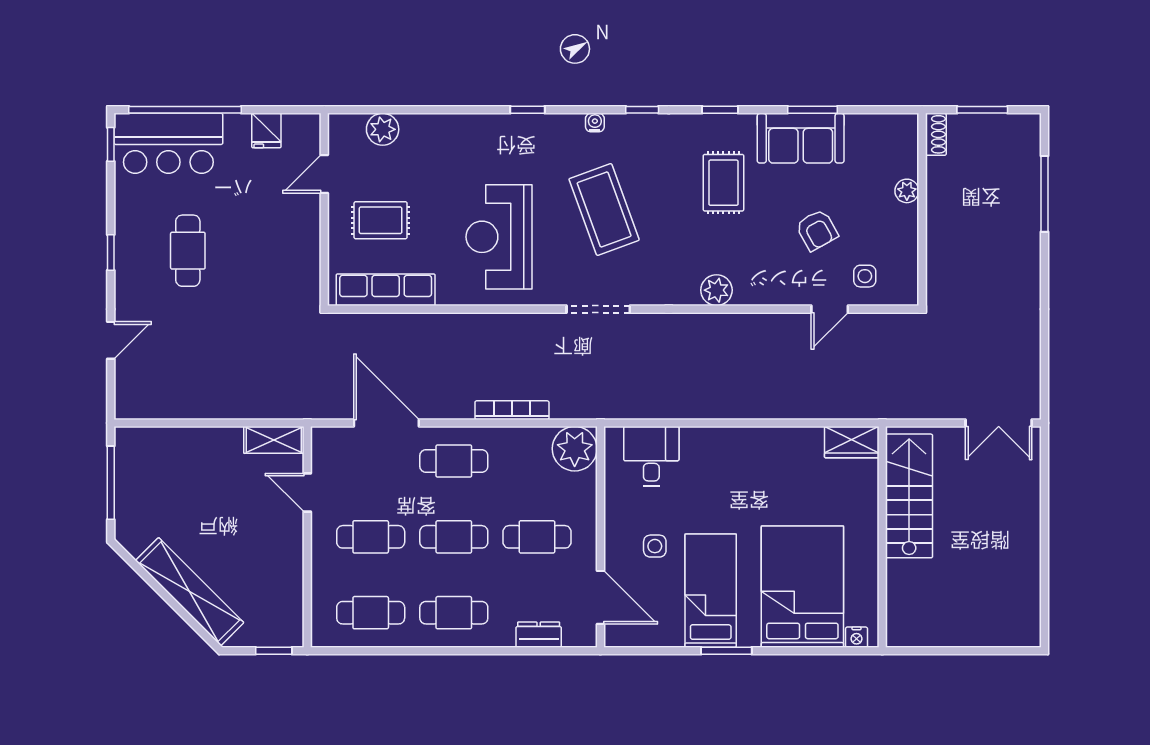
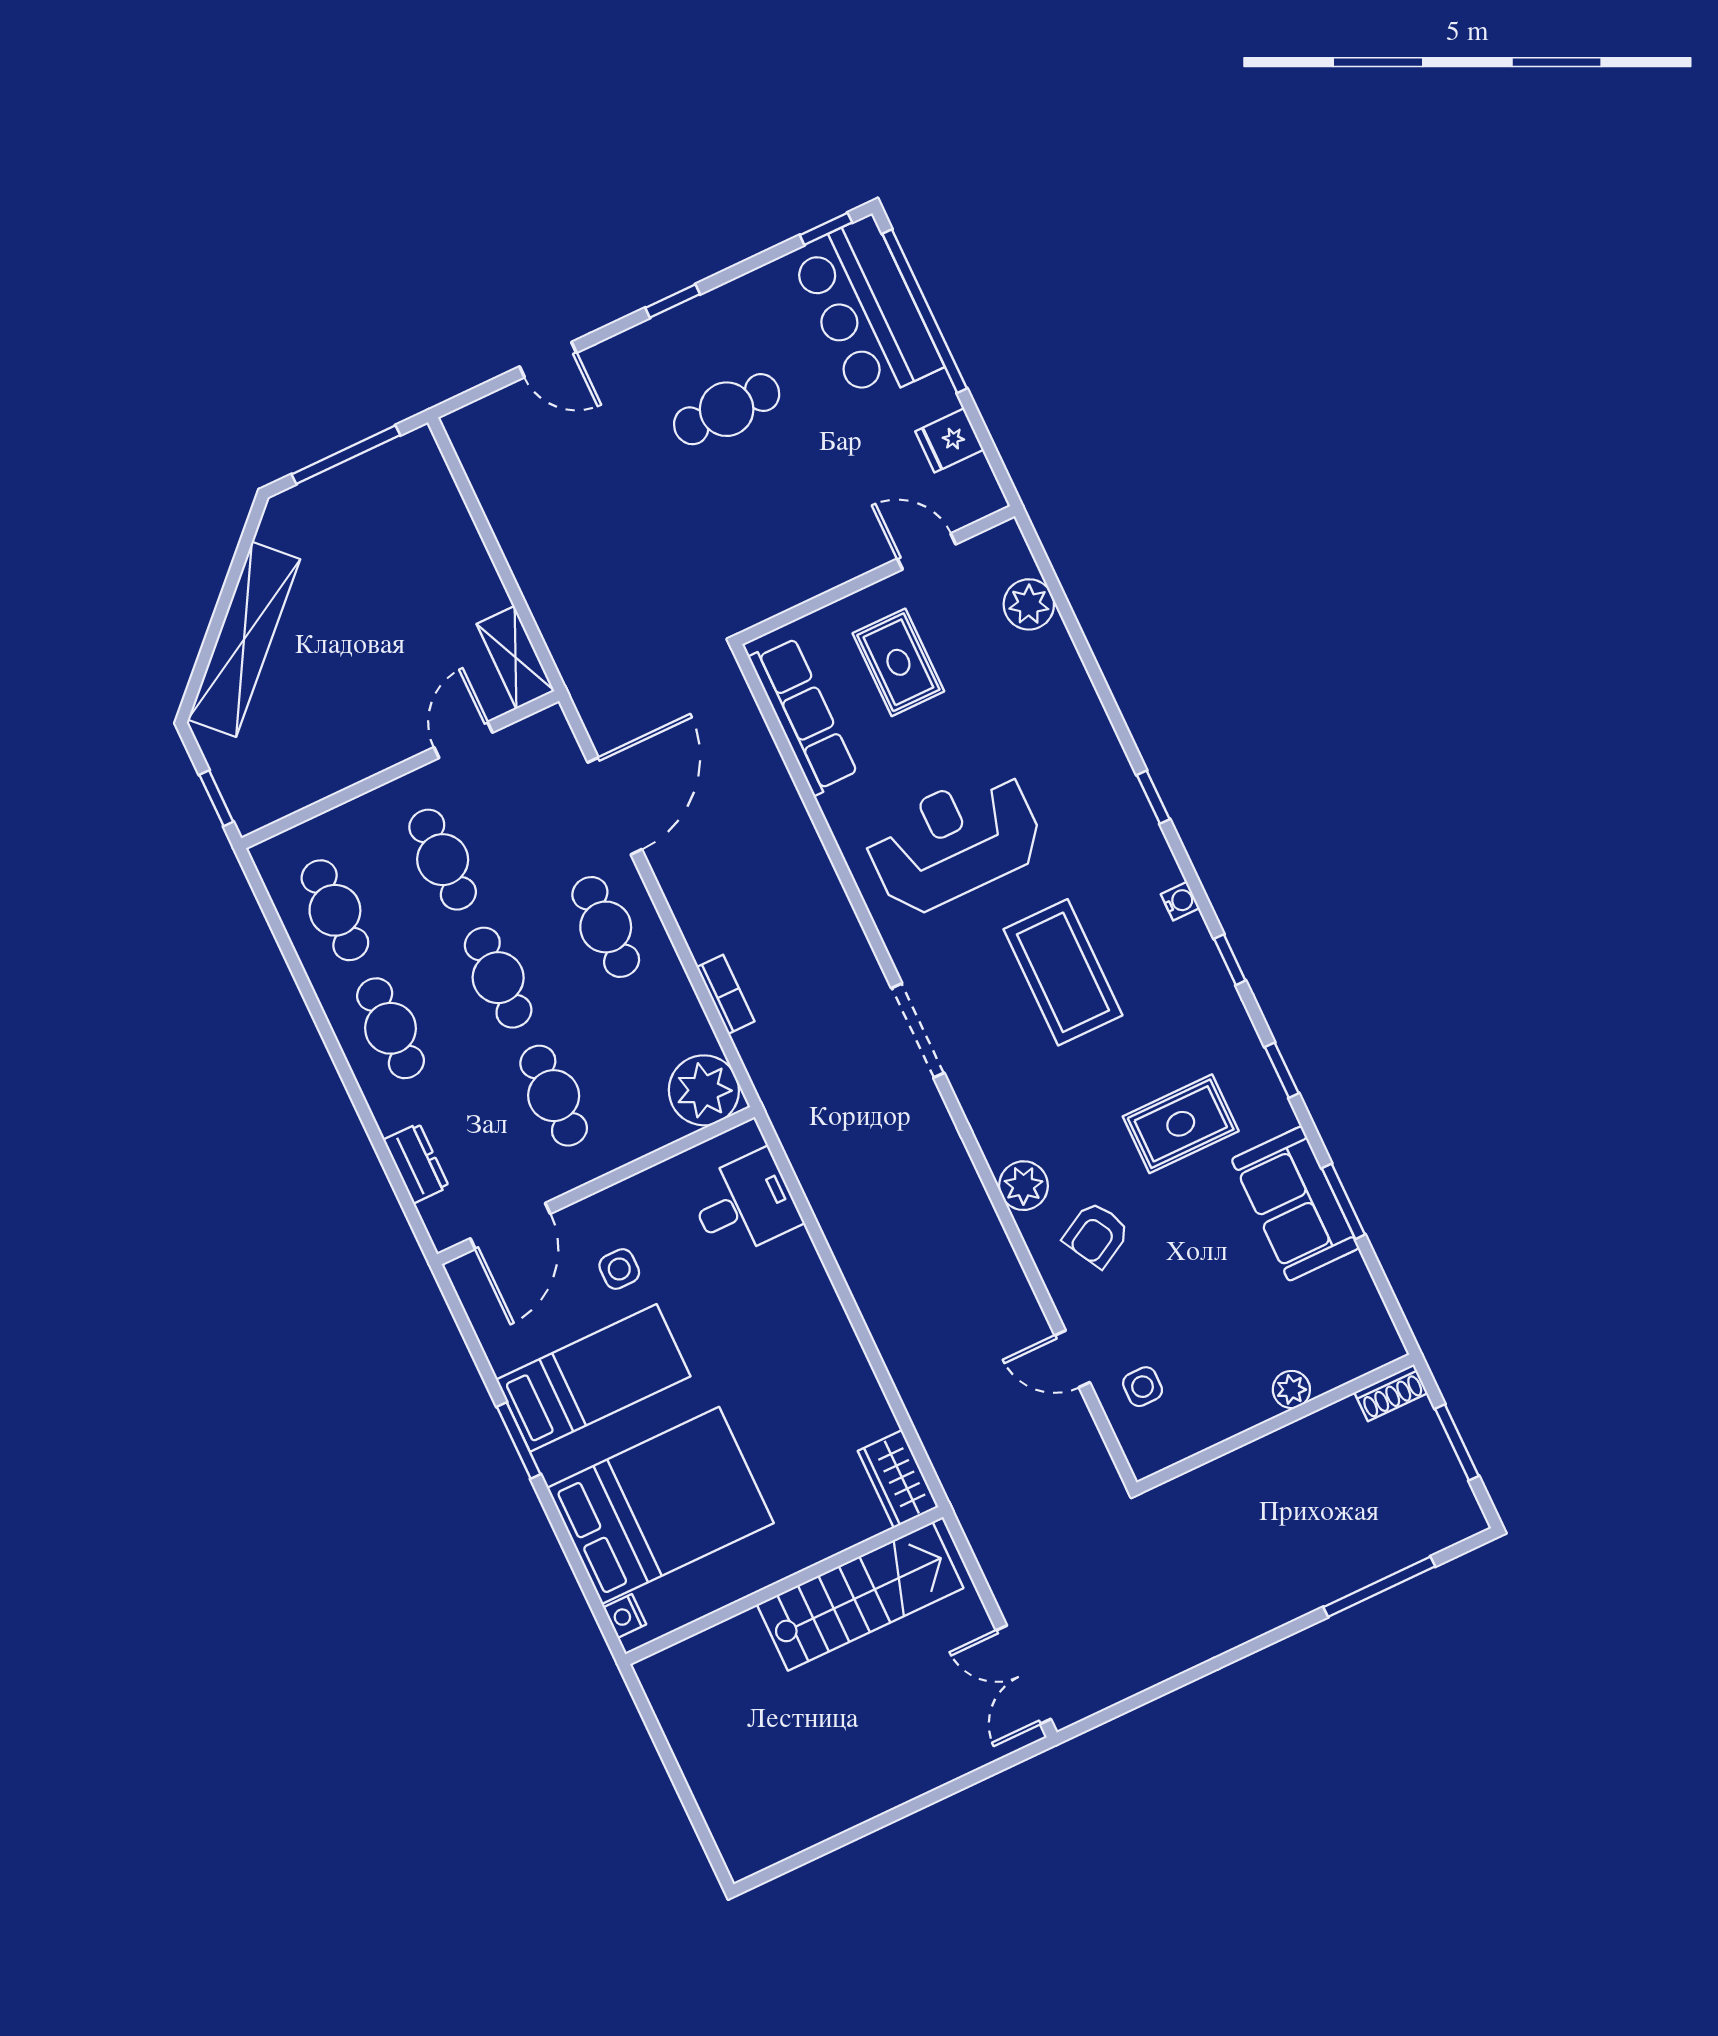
coffee table: (604, 209) -> (1063, 972), turned -70
armchair: (817, 230) -> (1096, 1235), moved
bookcase: (512, 410) -> (726, 994), width x0.64

